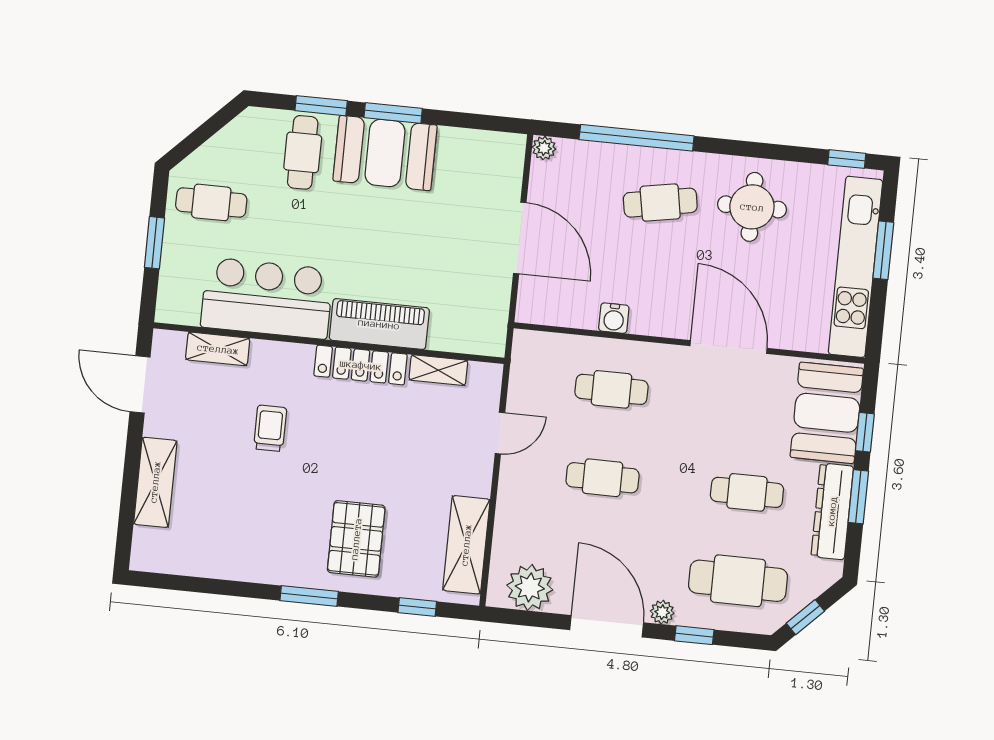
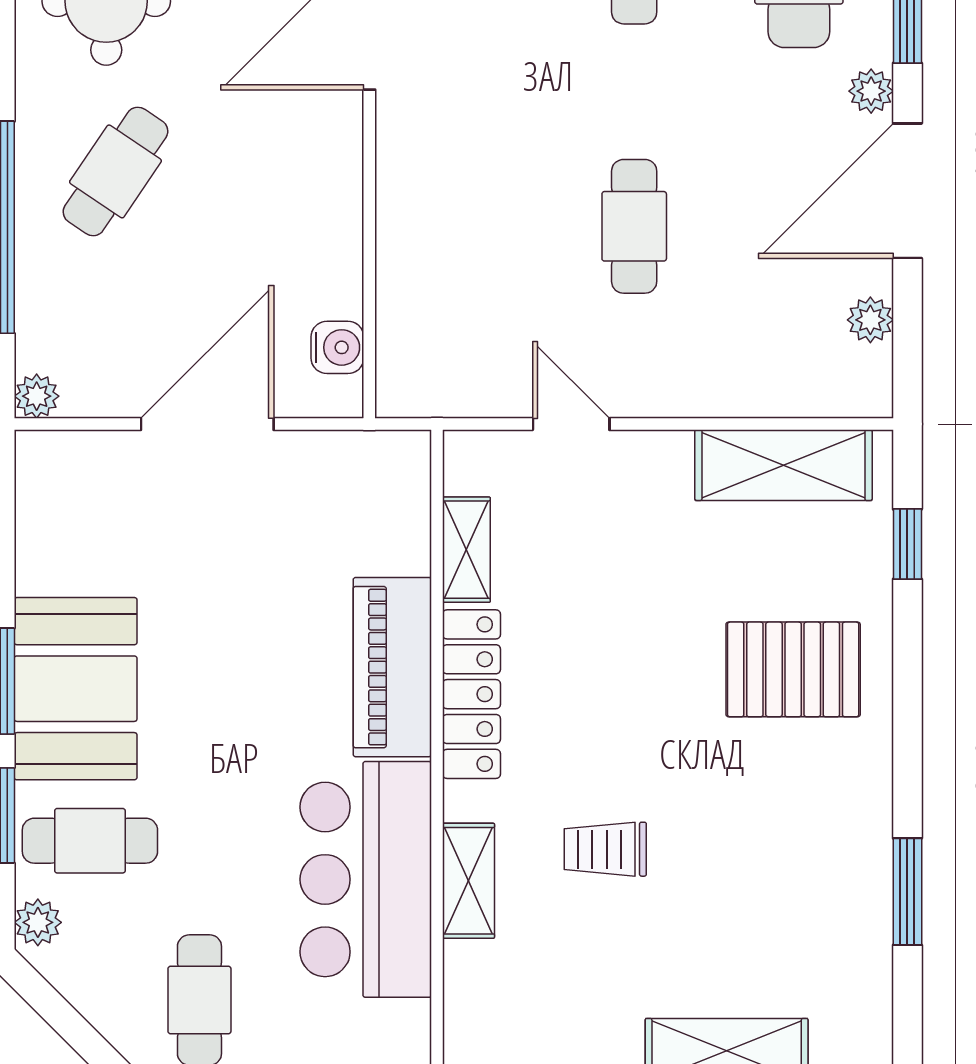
plant: (262, 120) -> (38, 922), added
cafe table: (660, 203) -> (115, 171), turned 44
water cooler: (614, 318) -> (337, 347), moved
shelving: (218, 349) -> (469, 881), moved
cafe table: (612, 389) -> (469, 226), removed
plant: (530, 587) -> (870, 320), width x0.53, depth x0.53
window: (309, 596) -> (907, 892), moved

